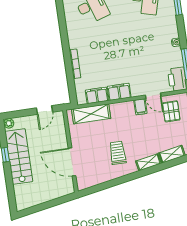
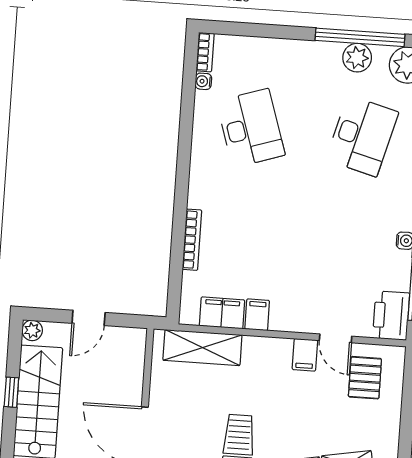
filing cabinet: (119, 92) -> (257, 315), width x0.50
door: (45, 110) -> (89, 318), moved

